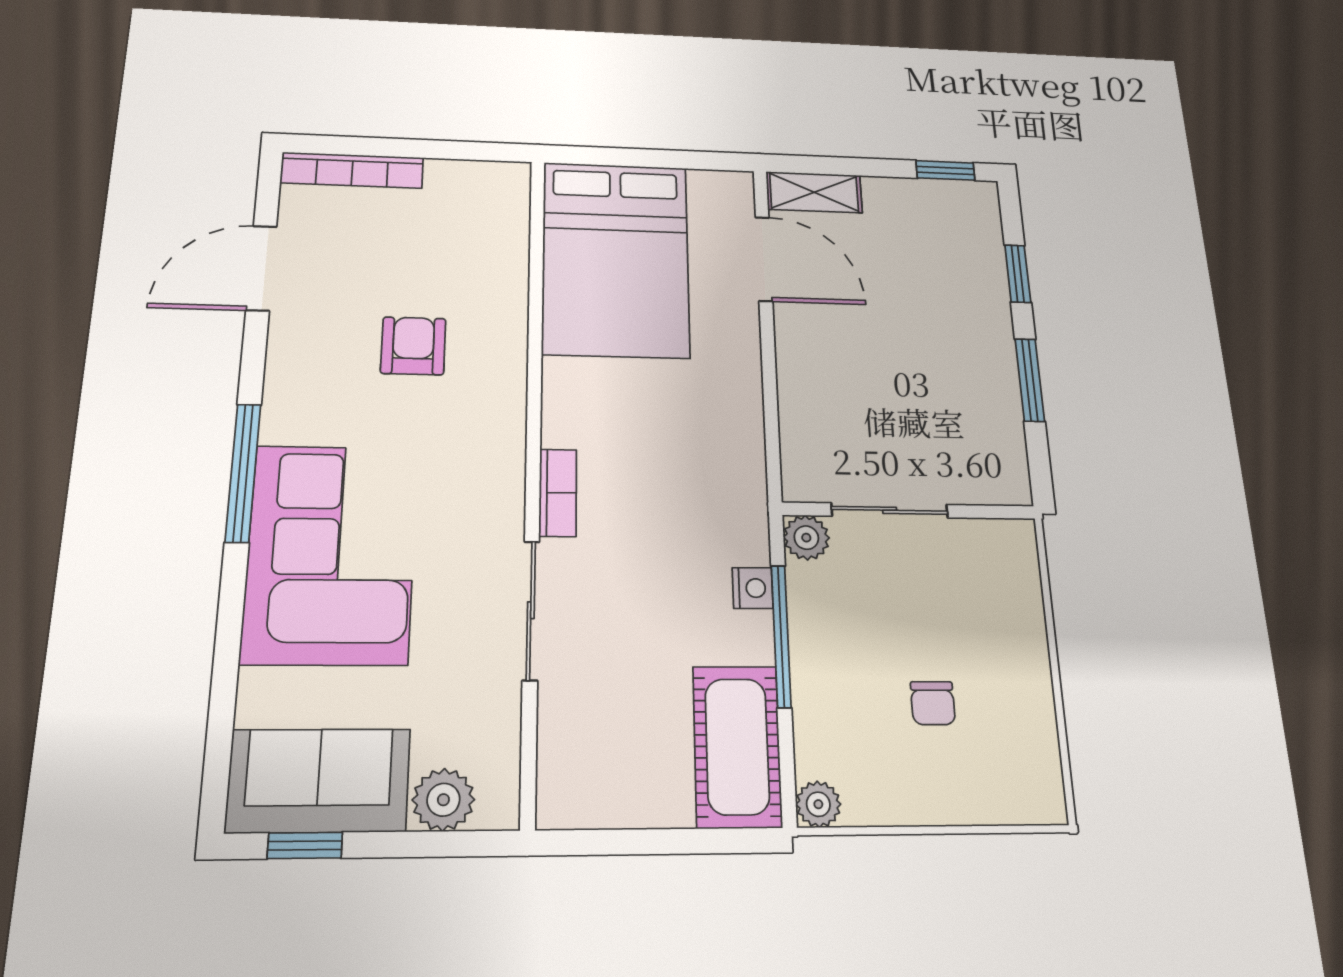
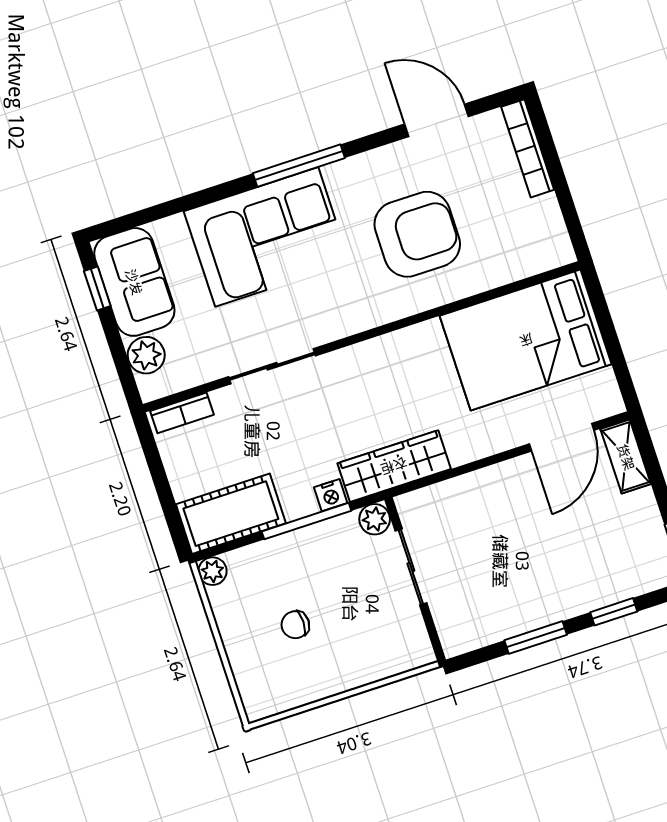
armchair: (413, 346) -> (417, 234), width x1.88, depth x1.88
wardrobe: (737, 486) -> (394, 466), added
bookcase: (558, 493) -> (182, 413), moved

